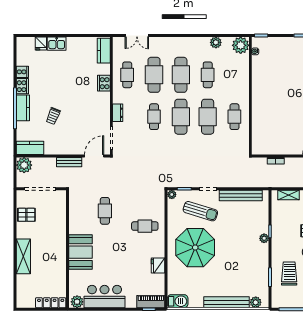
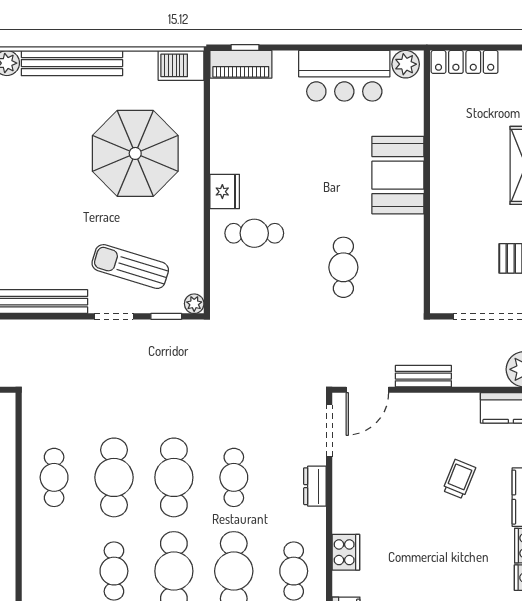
parasol: (195, 248) -> (135, 153), moved
fridge: (158, 266) -> (225, 192), moved

